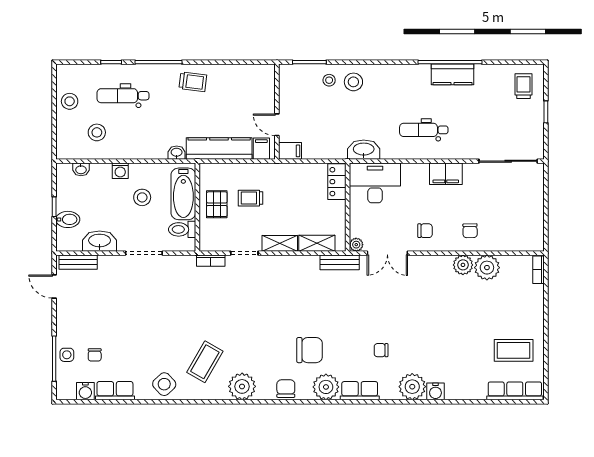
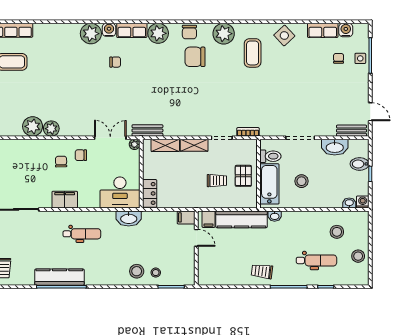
kitchen counter: (453, 74) -> (59, 277), width x1.50
washing machine: (120, 171) -> (363, 202), moved
chair: (470, 231) -> (61, 162), moved
chair: (310, 350) -> (195, 57), moved
coffee table: (205, 362) -> (253, 53), turned -30
water cooler: (435, 391) -> (109, 30), moved

